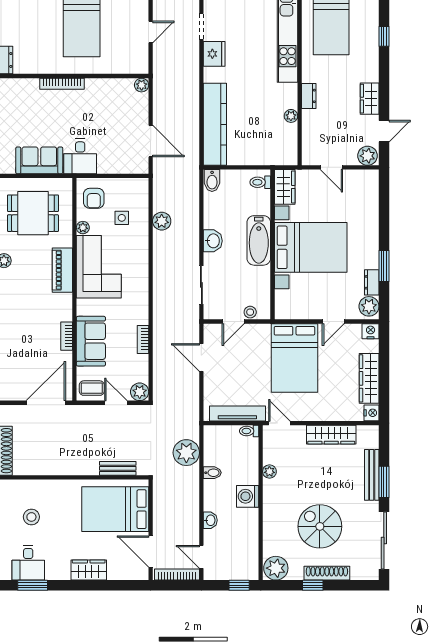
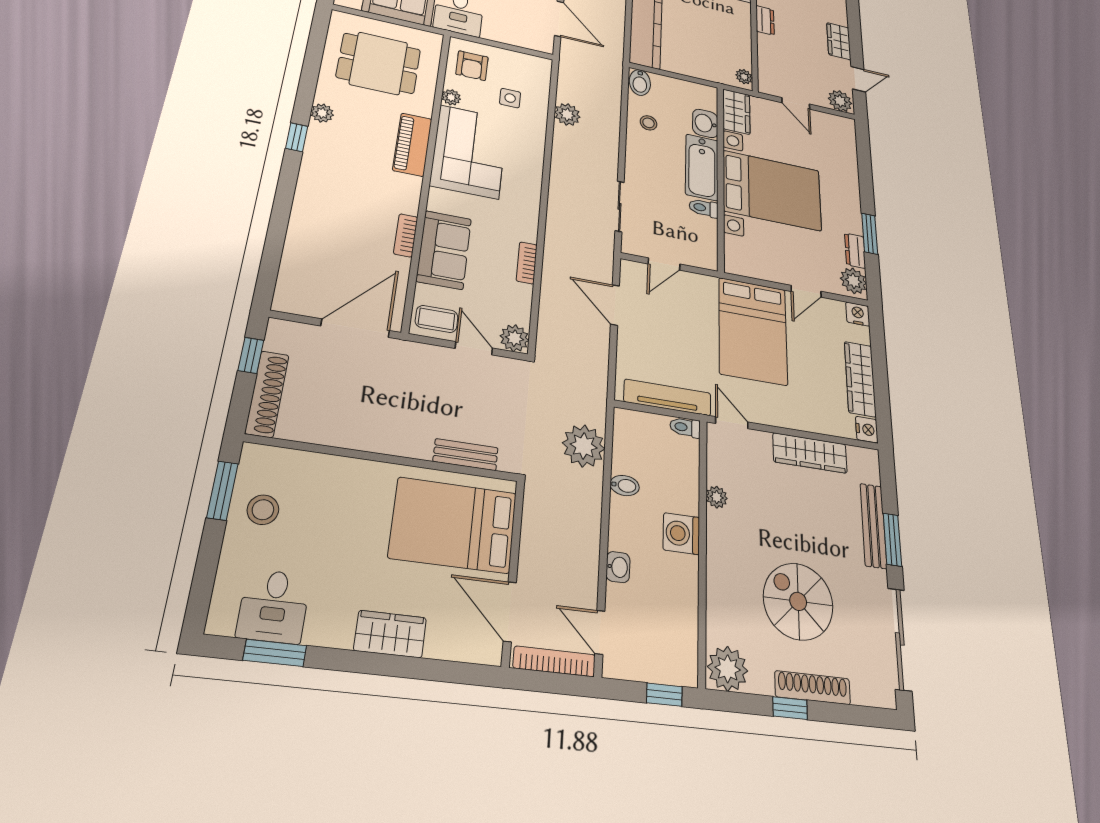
plant: (291, 116) -> (744, 77), moved
toilet: (260, 182) -> (704, 208), moved
washbasin: (213, 241) -> (705, 123), moved, turned 180
stool: (250, 312) -> (648, 123), moved
stool: (31, 517) -> (263, 510), moved

